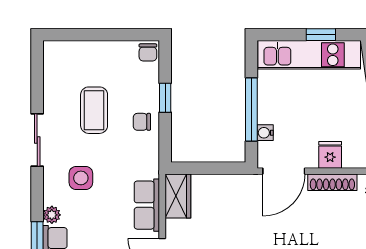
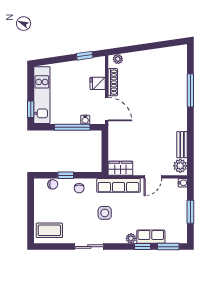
window: (321, 35) -> (31, 109), moved
chair: (148, 52) -> (53, 184), moved
coffee table: (94, 110) -> (49, 230), moved
side table: (81, 178) -> (105, 213), moved
row of seats: (147, 205) -> (119, 185), width x1.48

